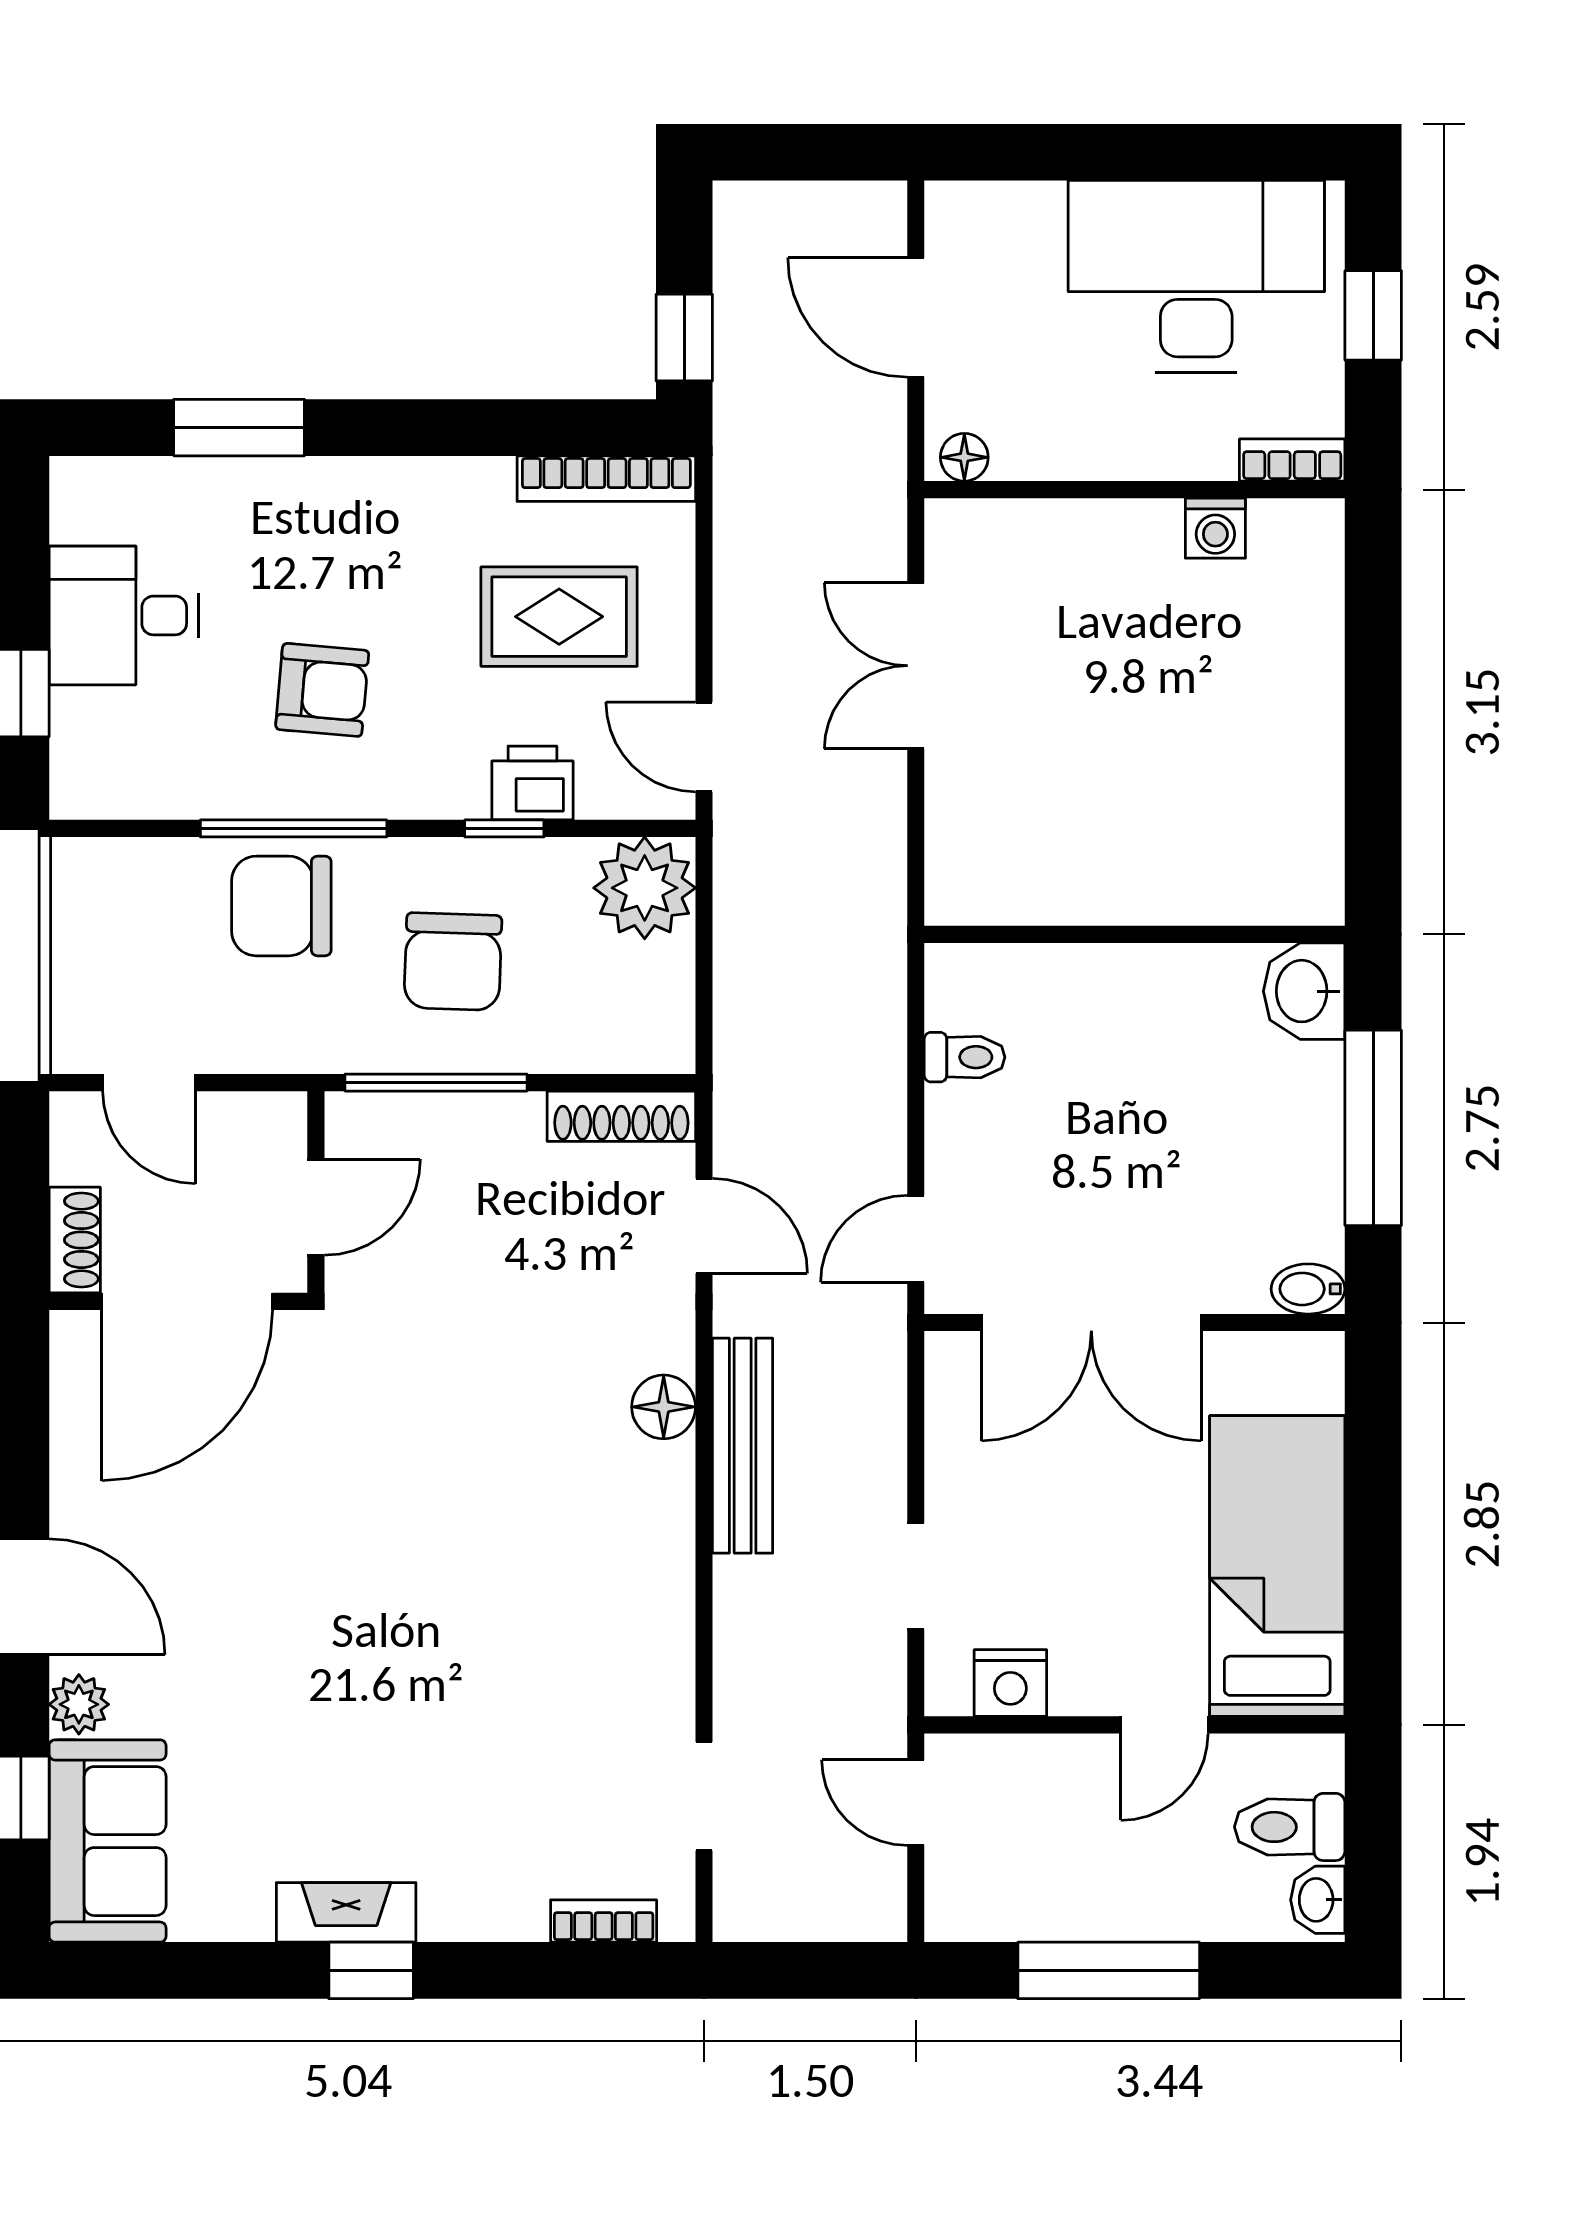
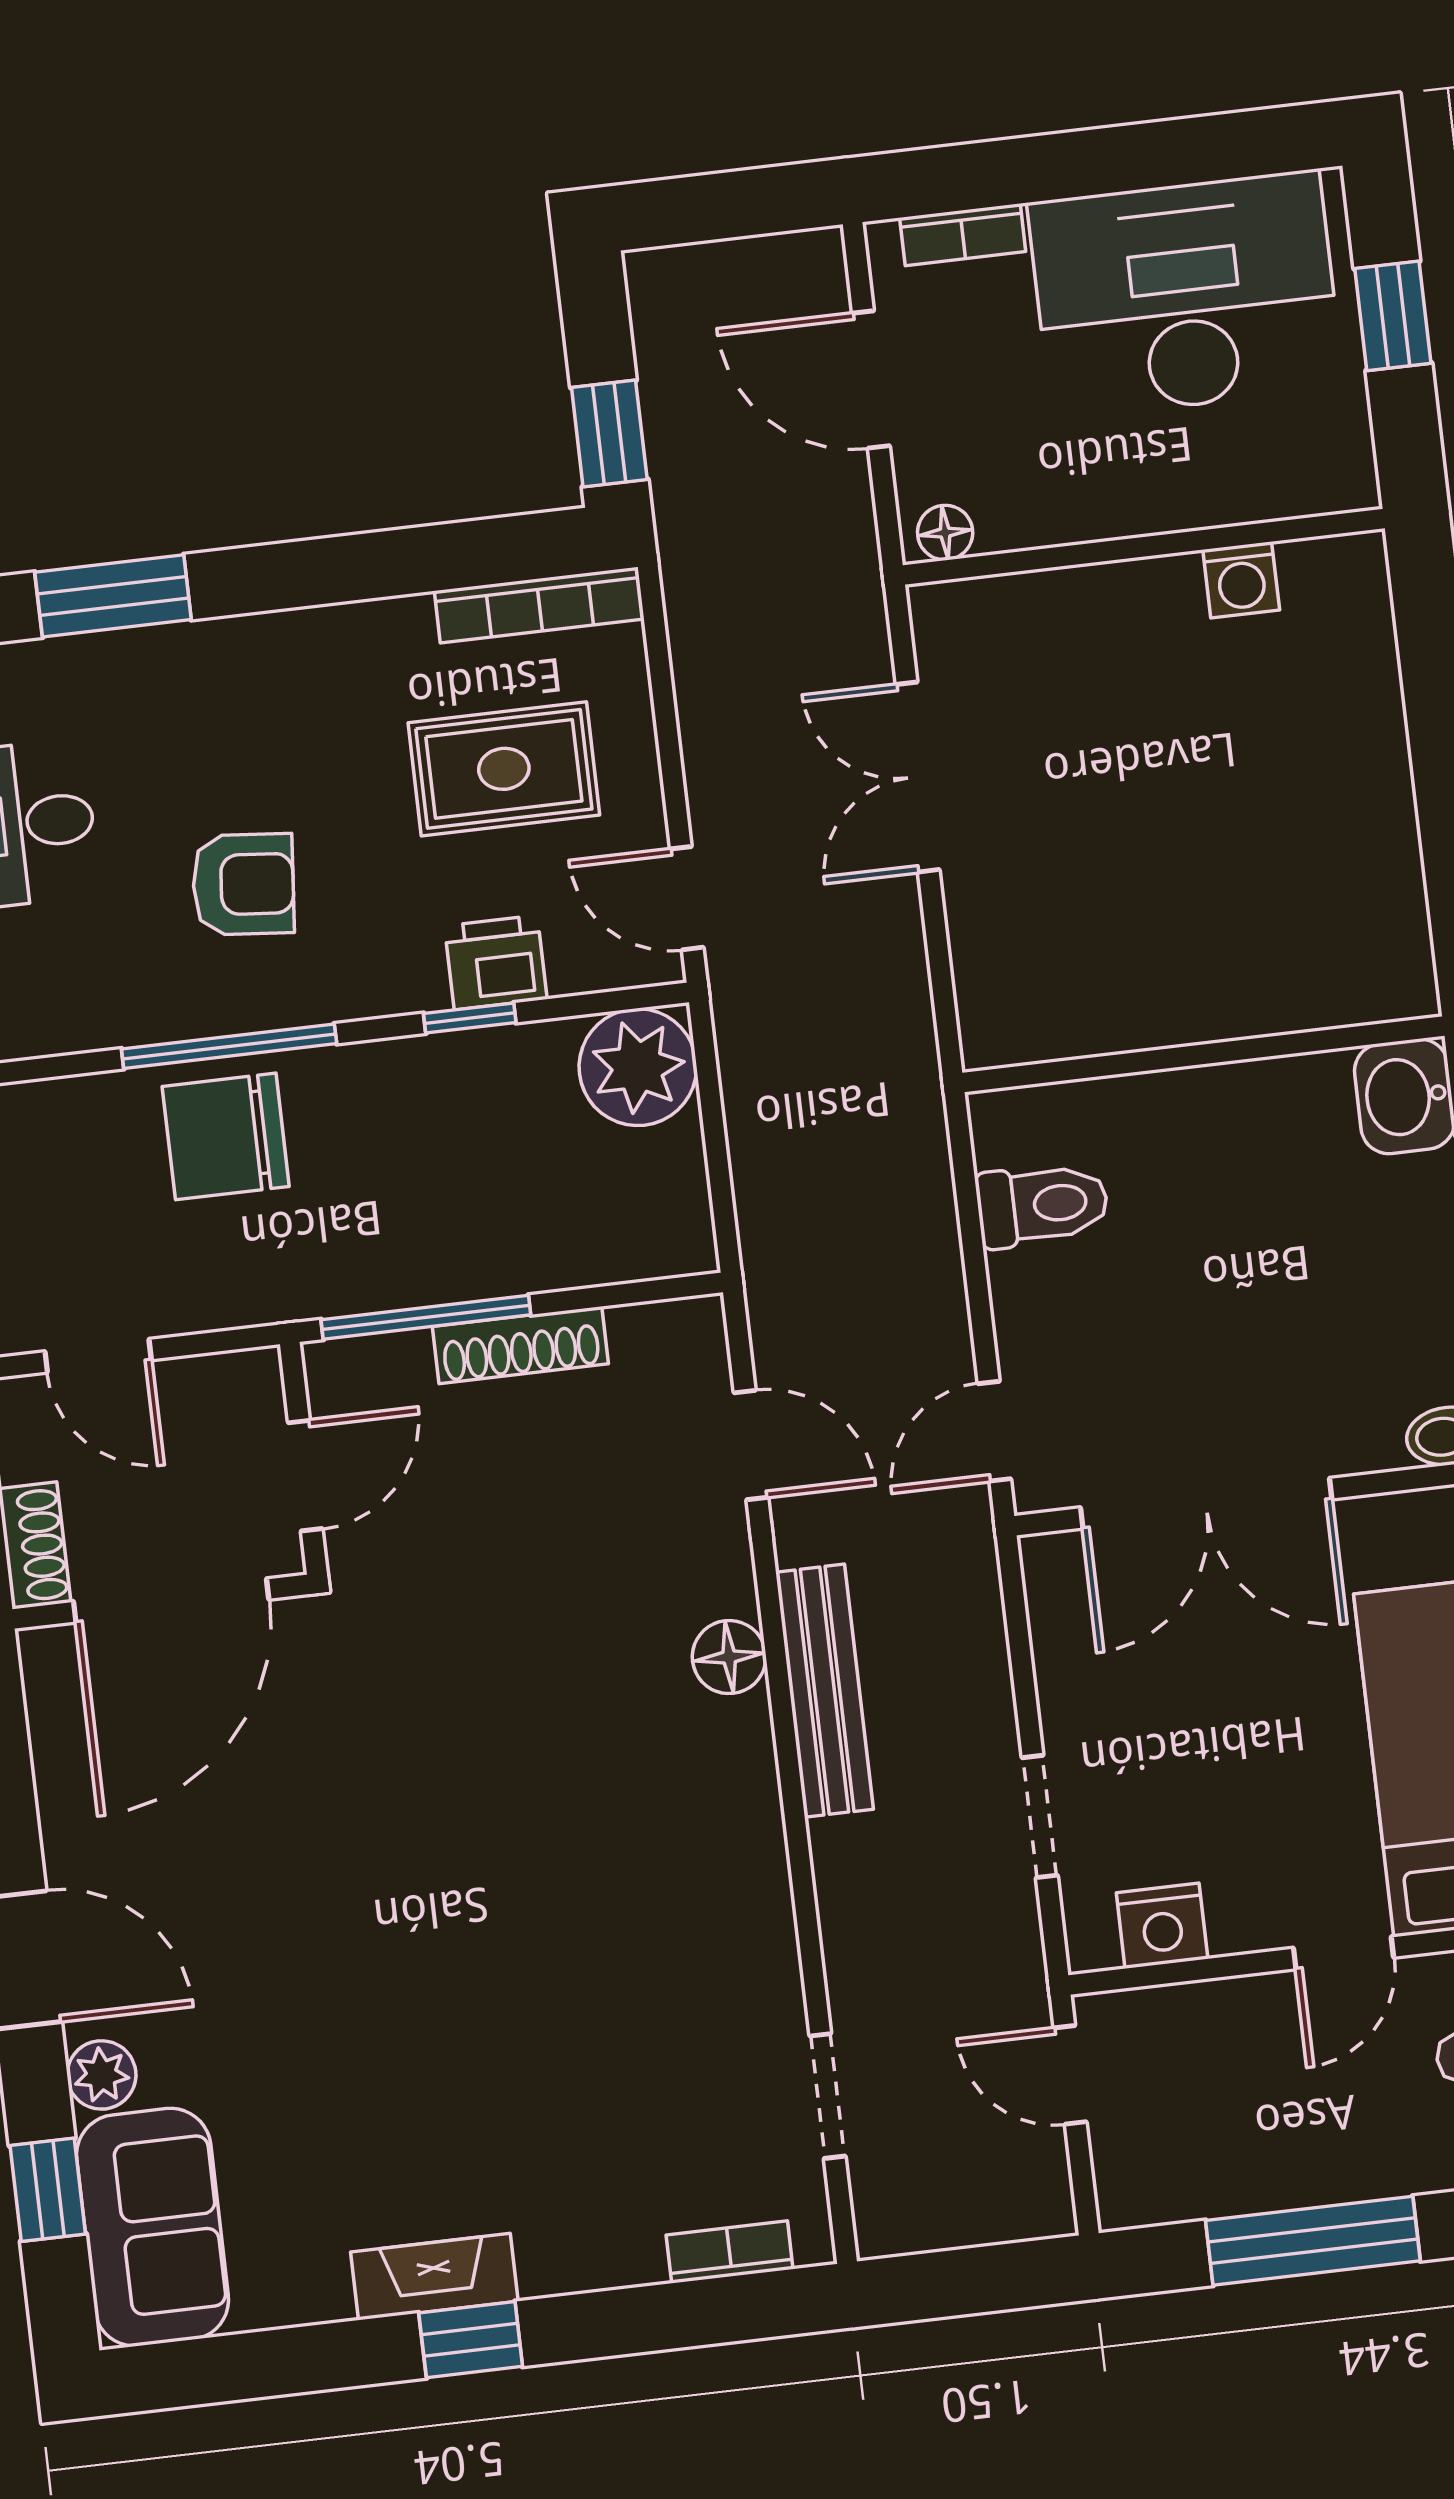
bookcase: (1292, 460) -> (963, 235), moved, turned 180
chair: (453, 962) -> (429, 1177), removed
toilet: (965, 1057) -> (1042, 1205), width x1.37, depth x1.39
shoe rack: (621, 1116) -> (520, 1345), moved

